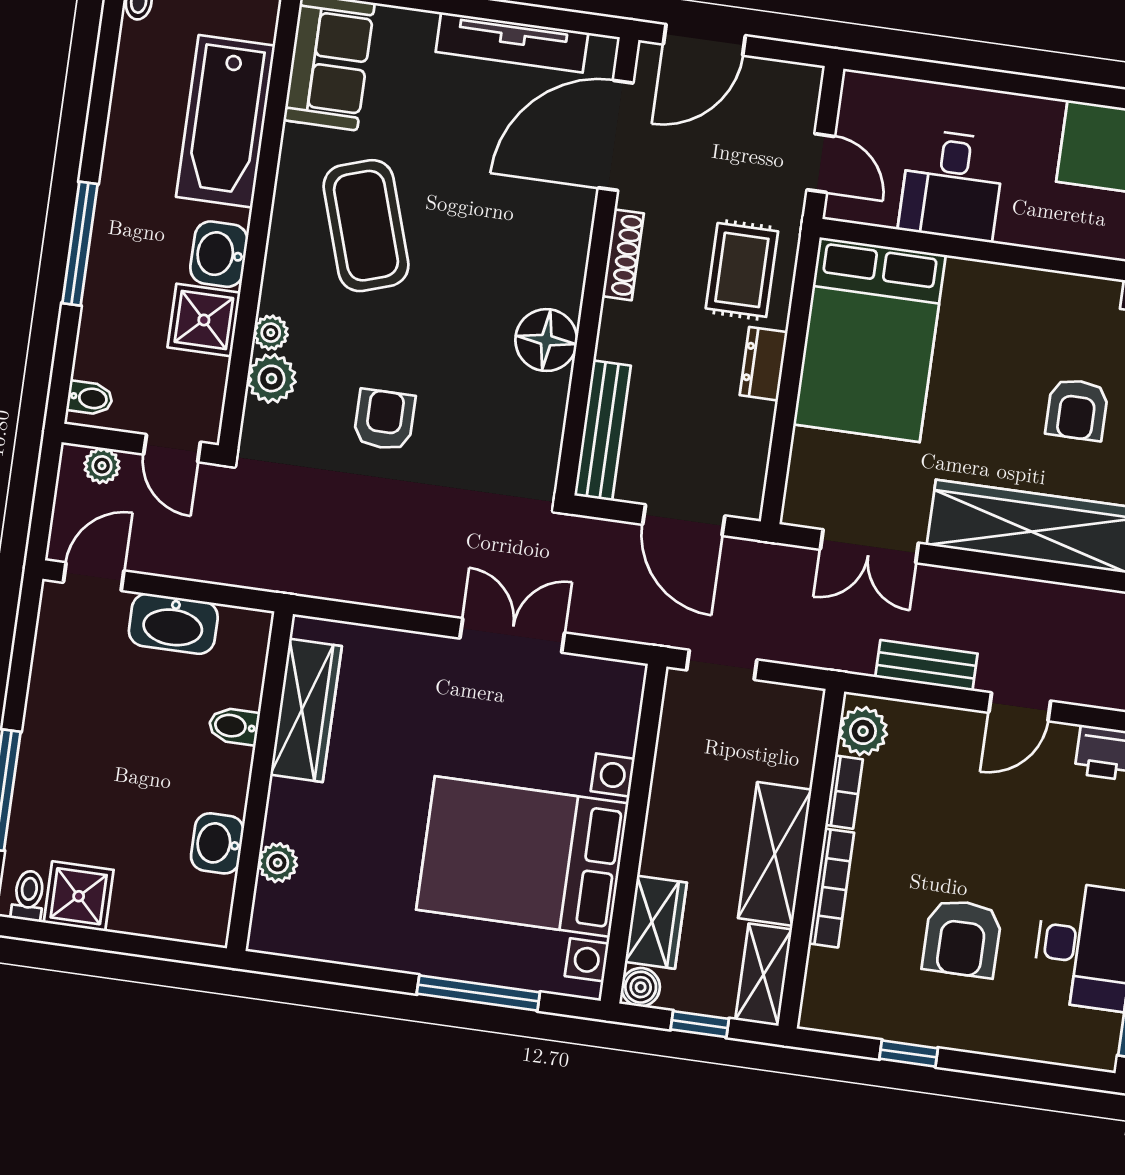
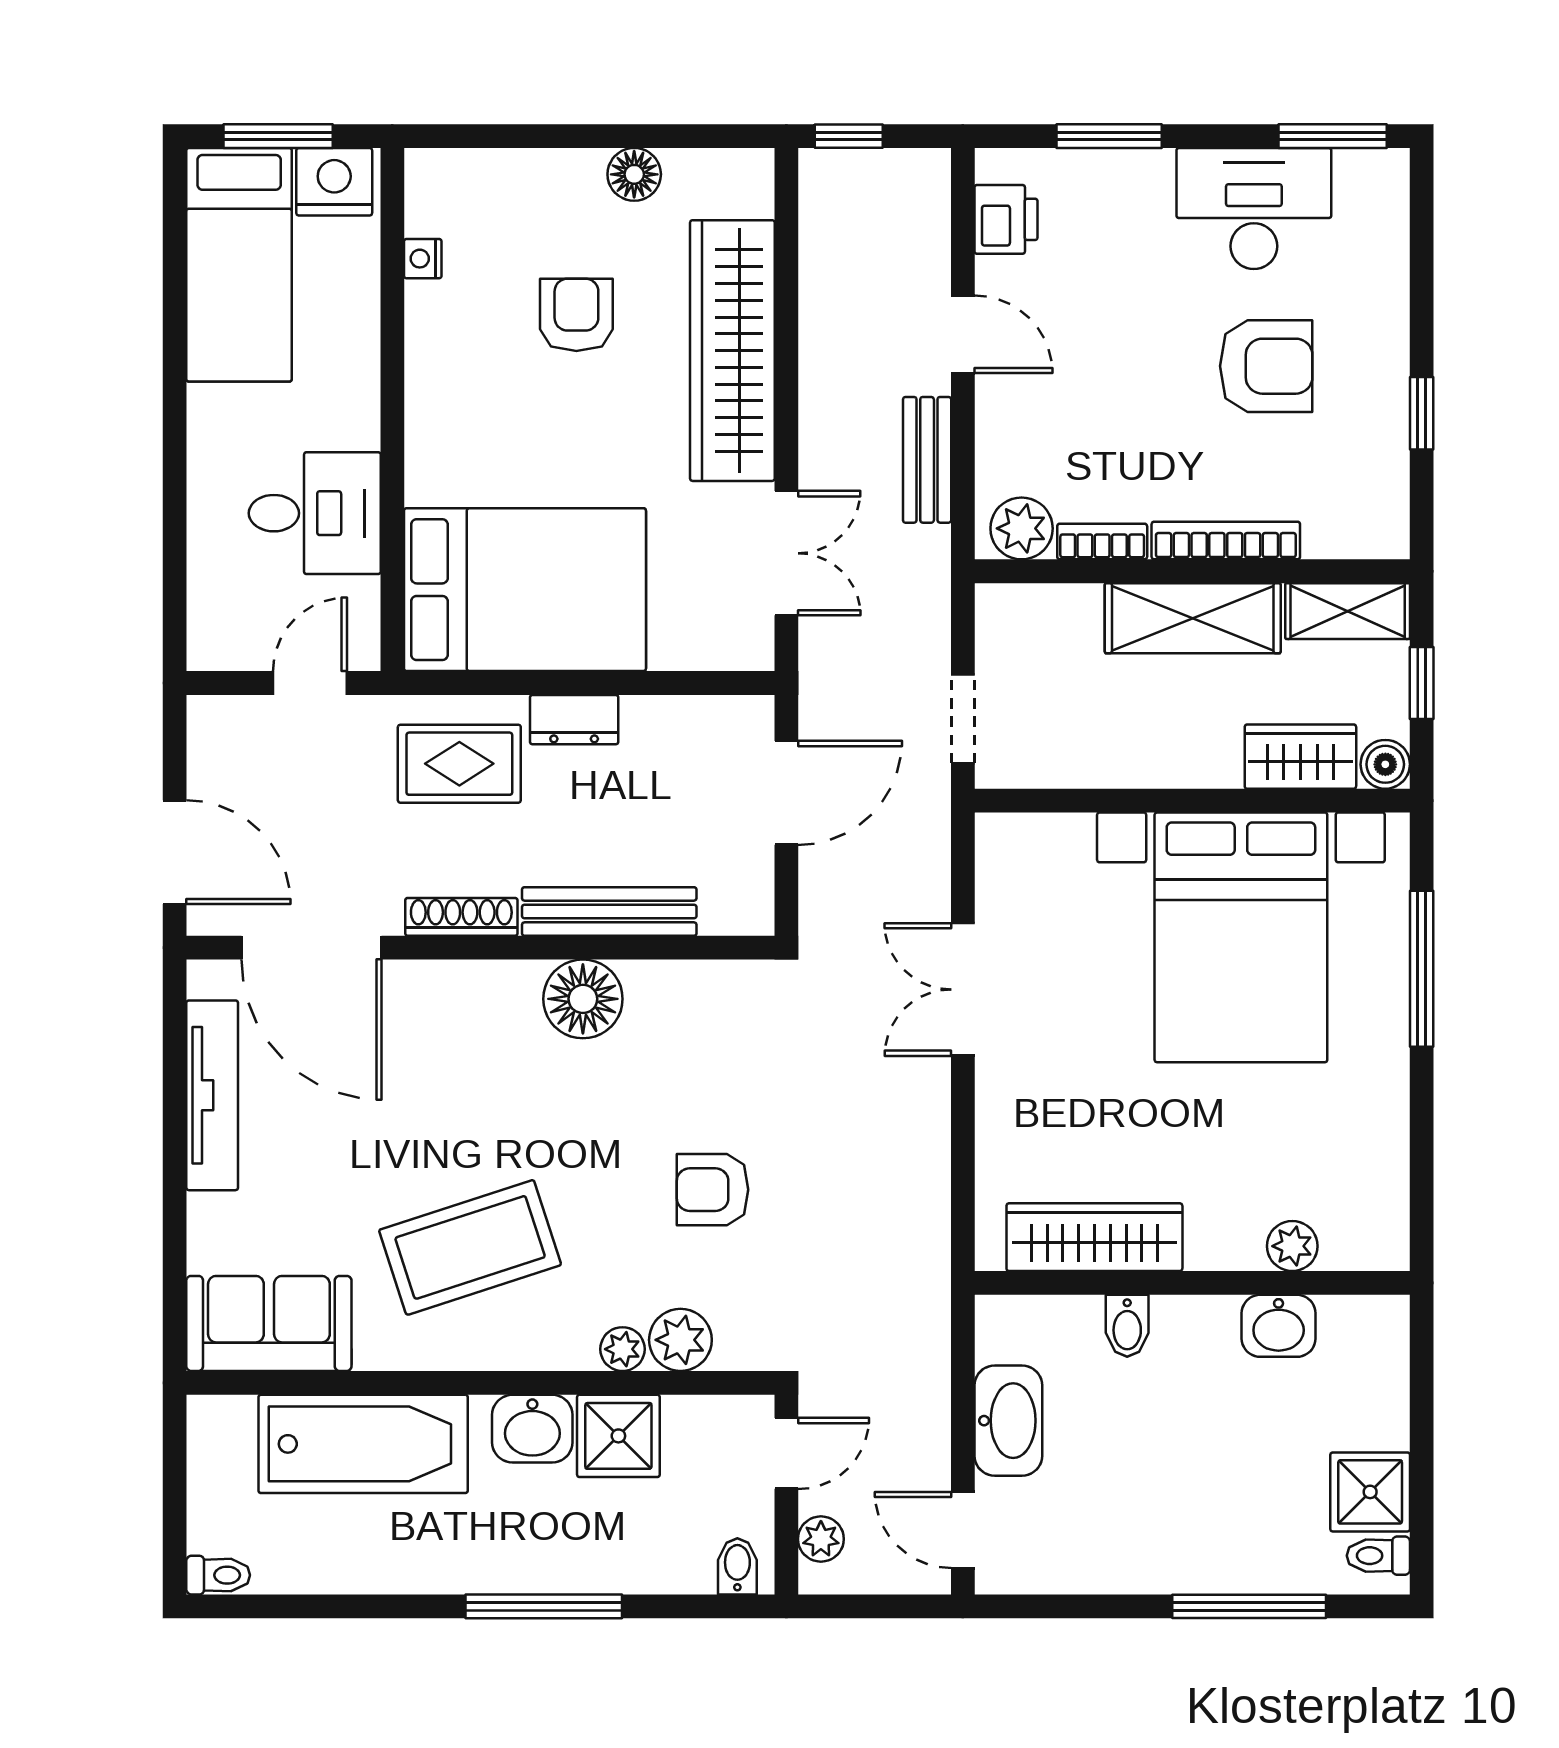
armchair: (1077, 410) -> (576, 315), turned -90
bench: (603, 431) -> (609, 911), moved

